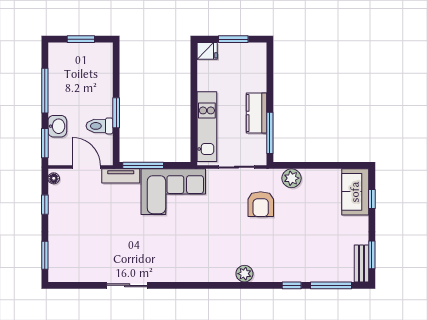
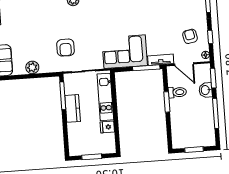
fridge: (207, 51) -> (107, 127), moved
plant: (292, 178) -> (32, 67), moved
armchair: (261, 204) -> (65, 48), turned 180
armchair: (75, 208) -> (190, 36), added

